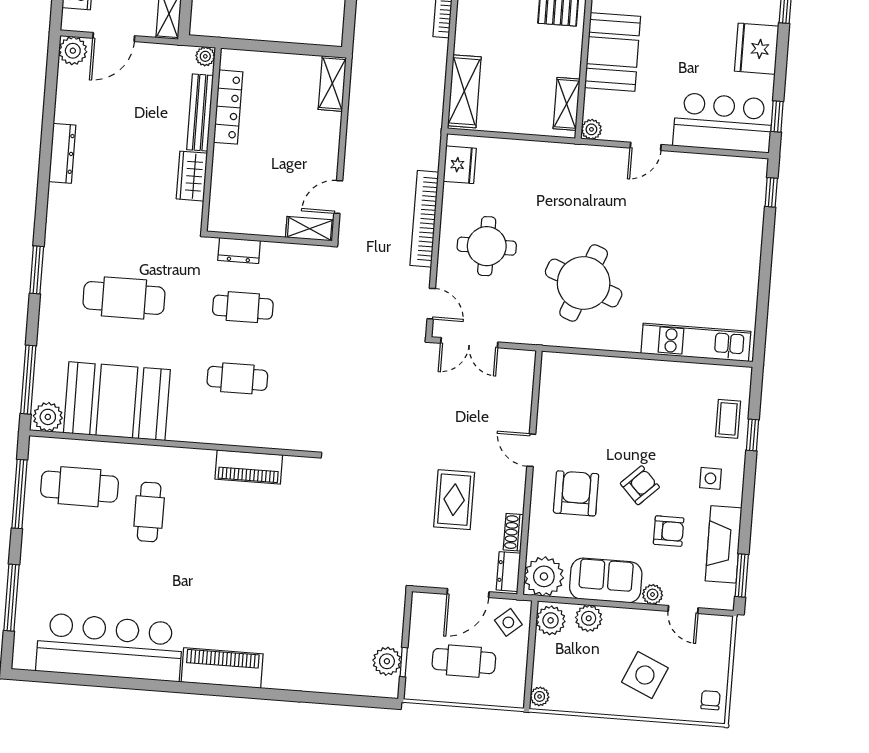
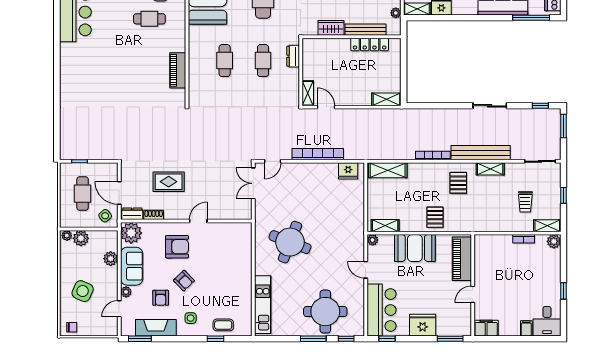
plant: (205, 56) -> (396, 13), moved
round table: (487, 246) -> (325, 312), moved, width x1.36, depth x1.36
window: (766, 254) -> (313, 339), added
plant: (551, 620) -> (81, 238), moved
plant: (387, 661) -> (79, 152), removed
piano: (222, 668) -> (69, 64), removed

